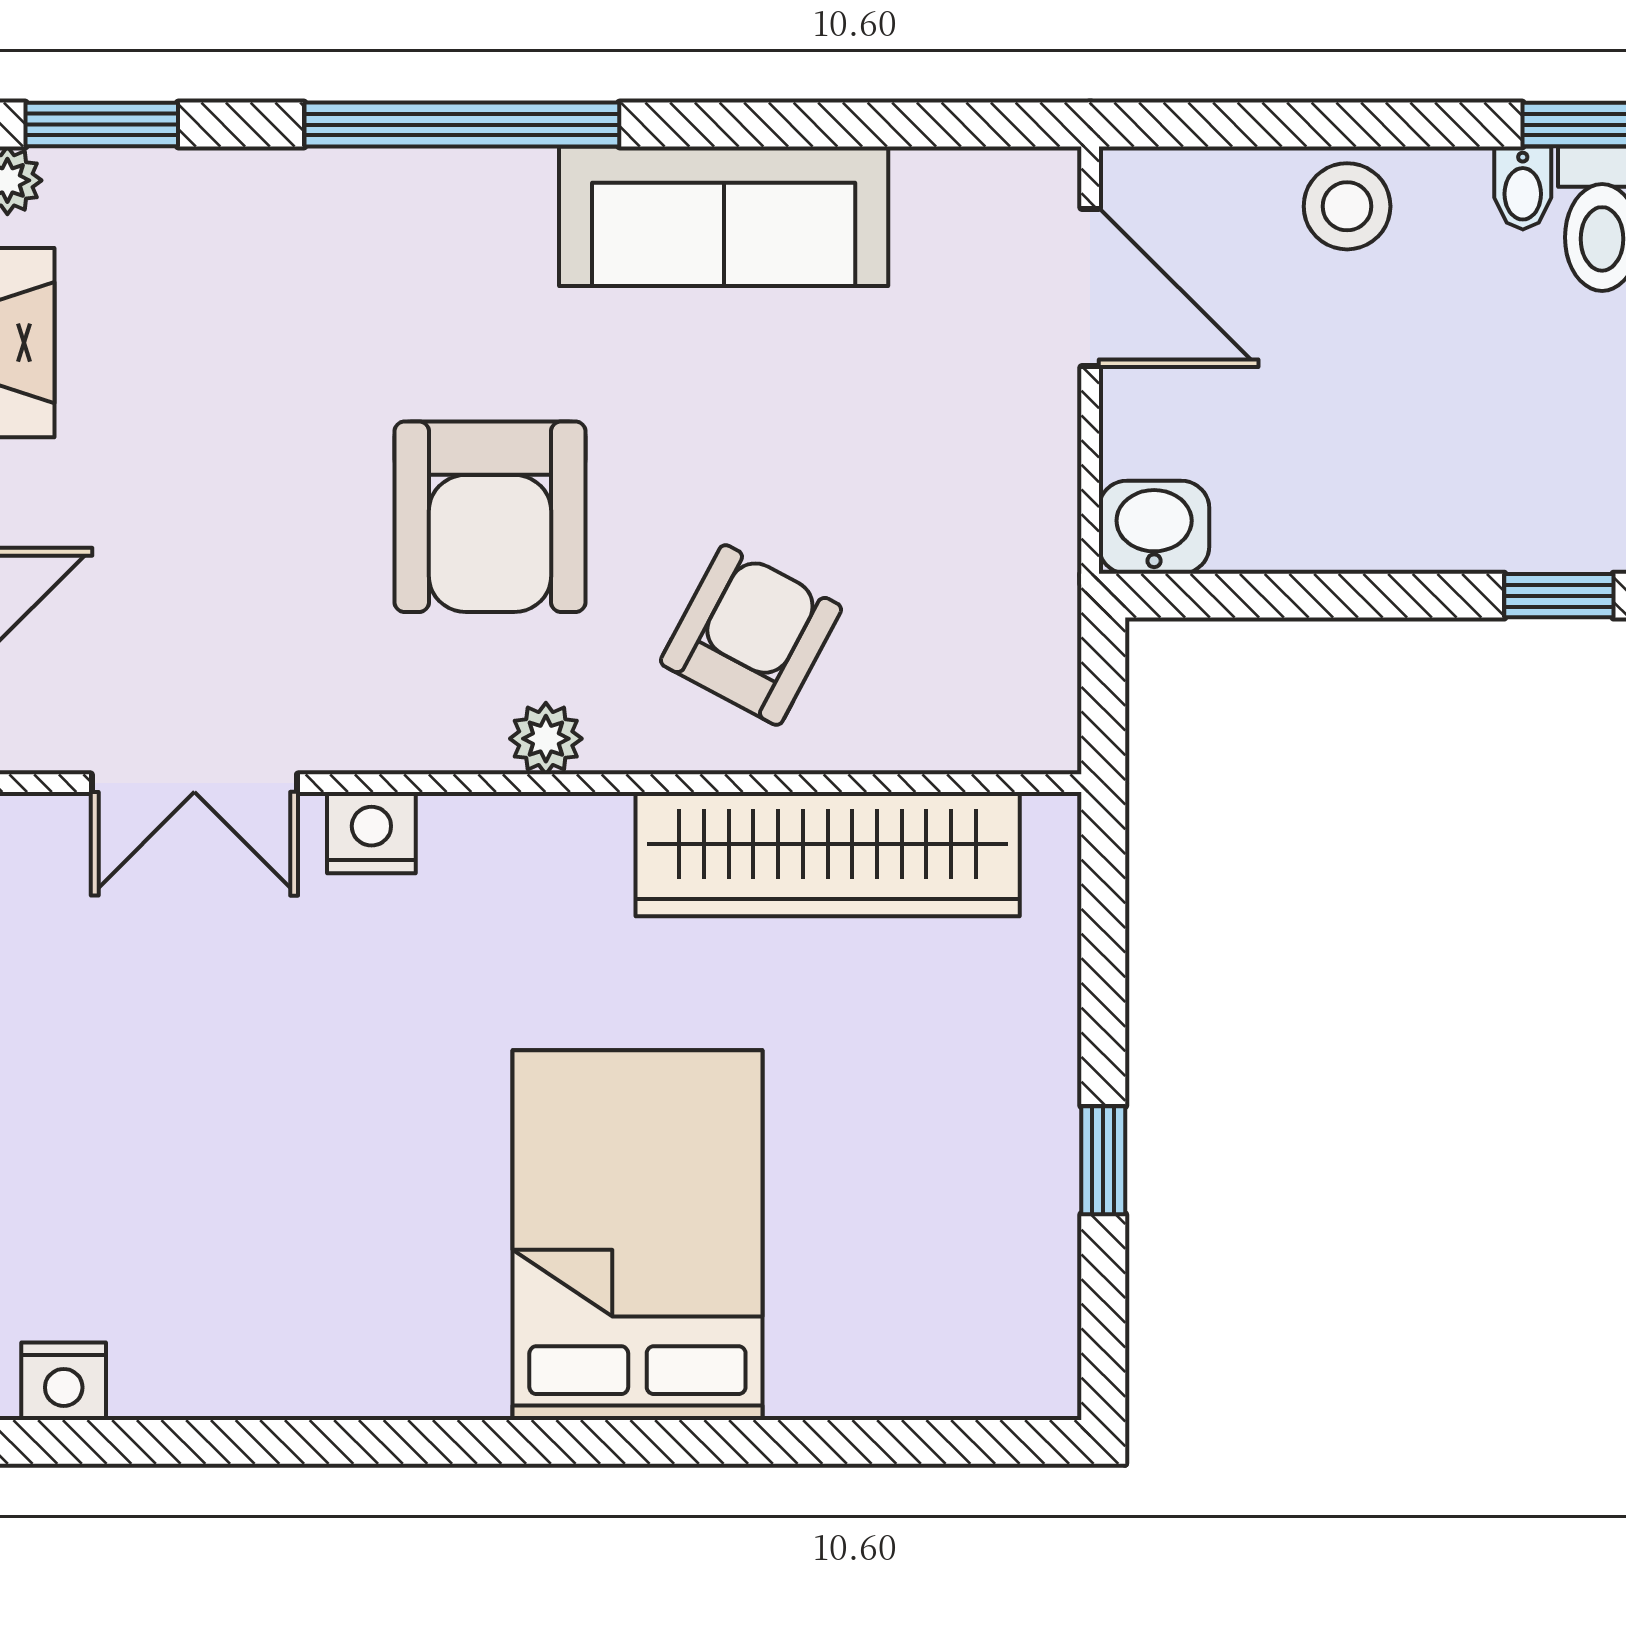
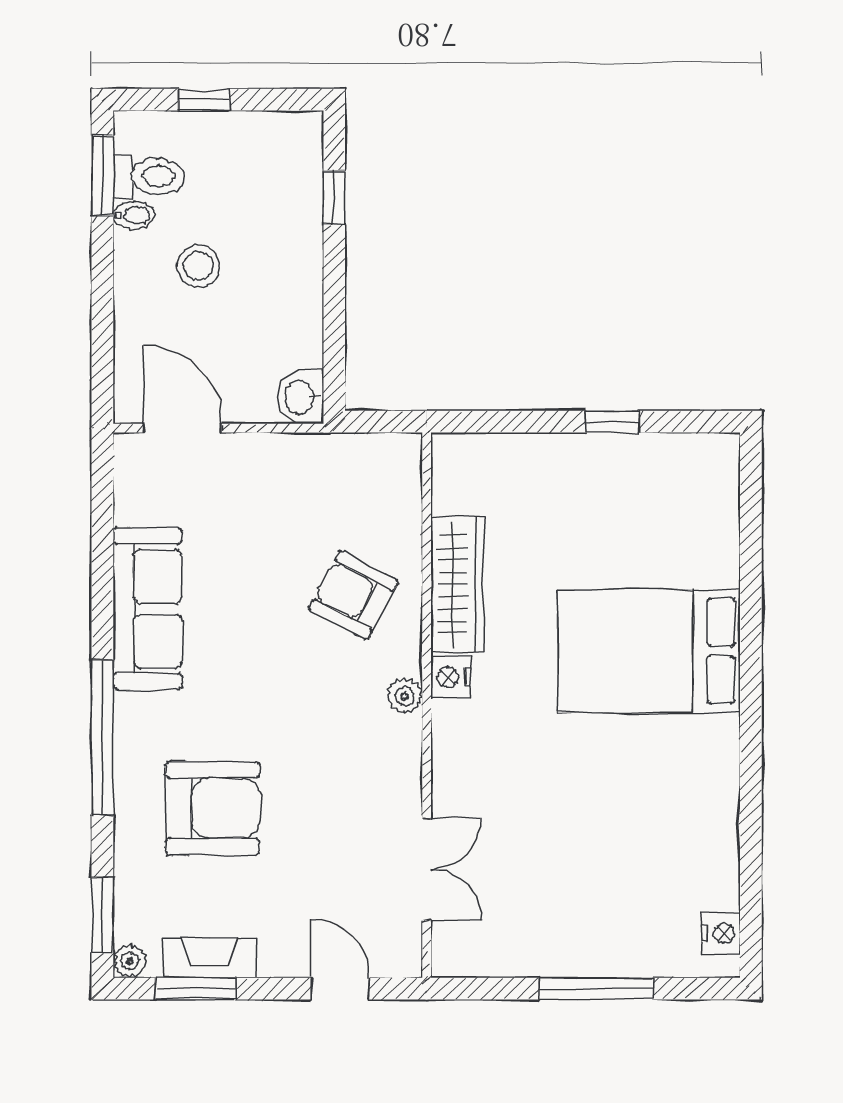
stool: (1347, 206) -> (198, 266), moved
door: (1090, 287) -> (183, 428), hinge flipped
armchair: (490, 517) -> (212, 808), moved
nightstand: (371, 833) -> (451, 677), moved
wardrobe: (828, 854) -> (457, 584), width x0.71, depth x0.85

